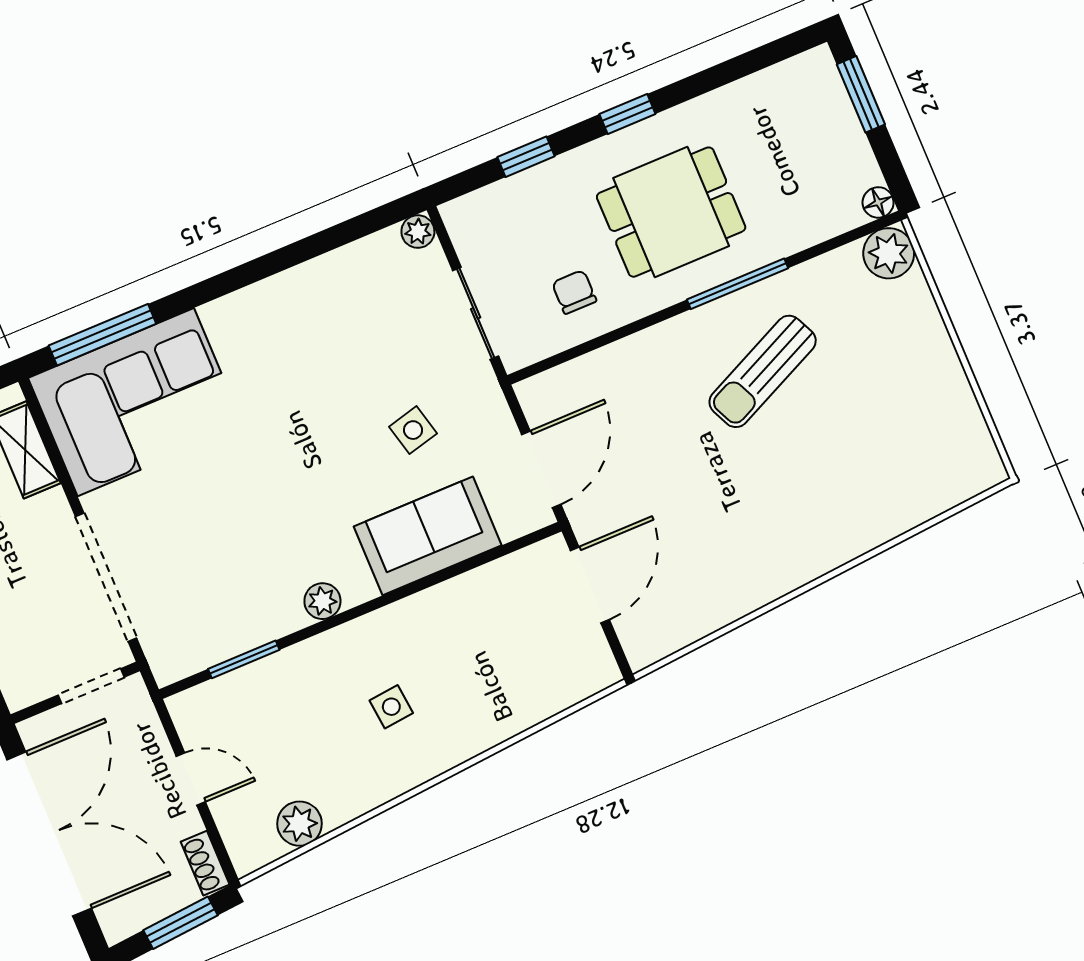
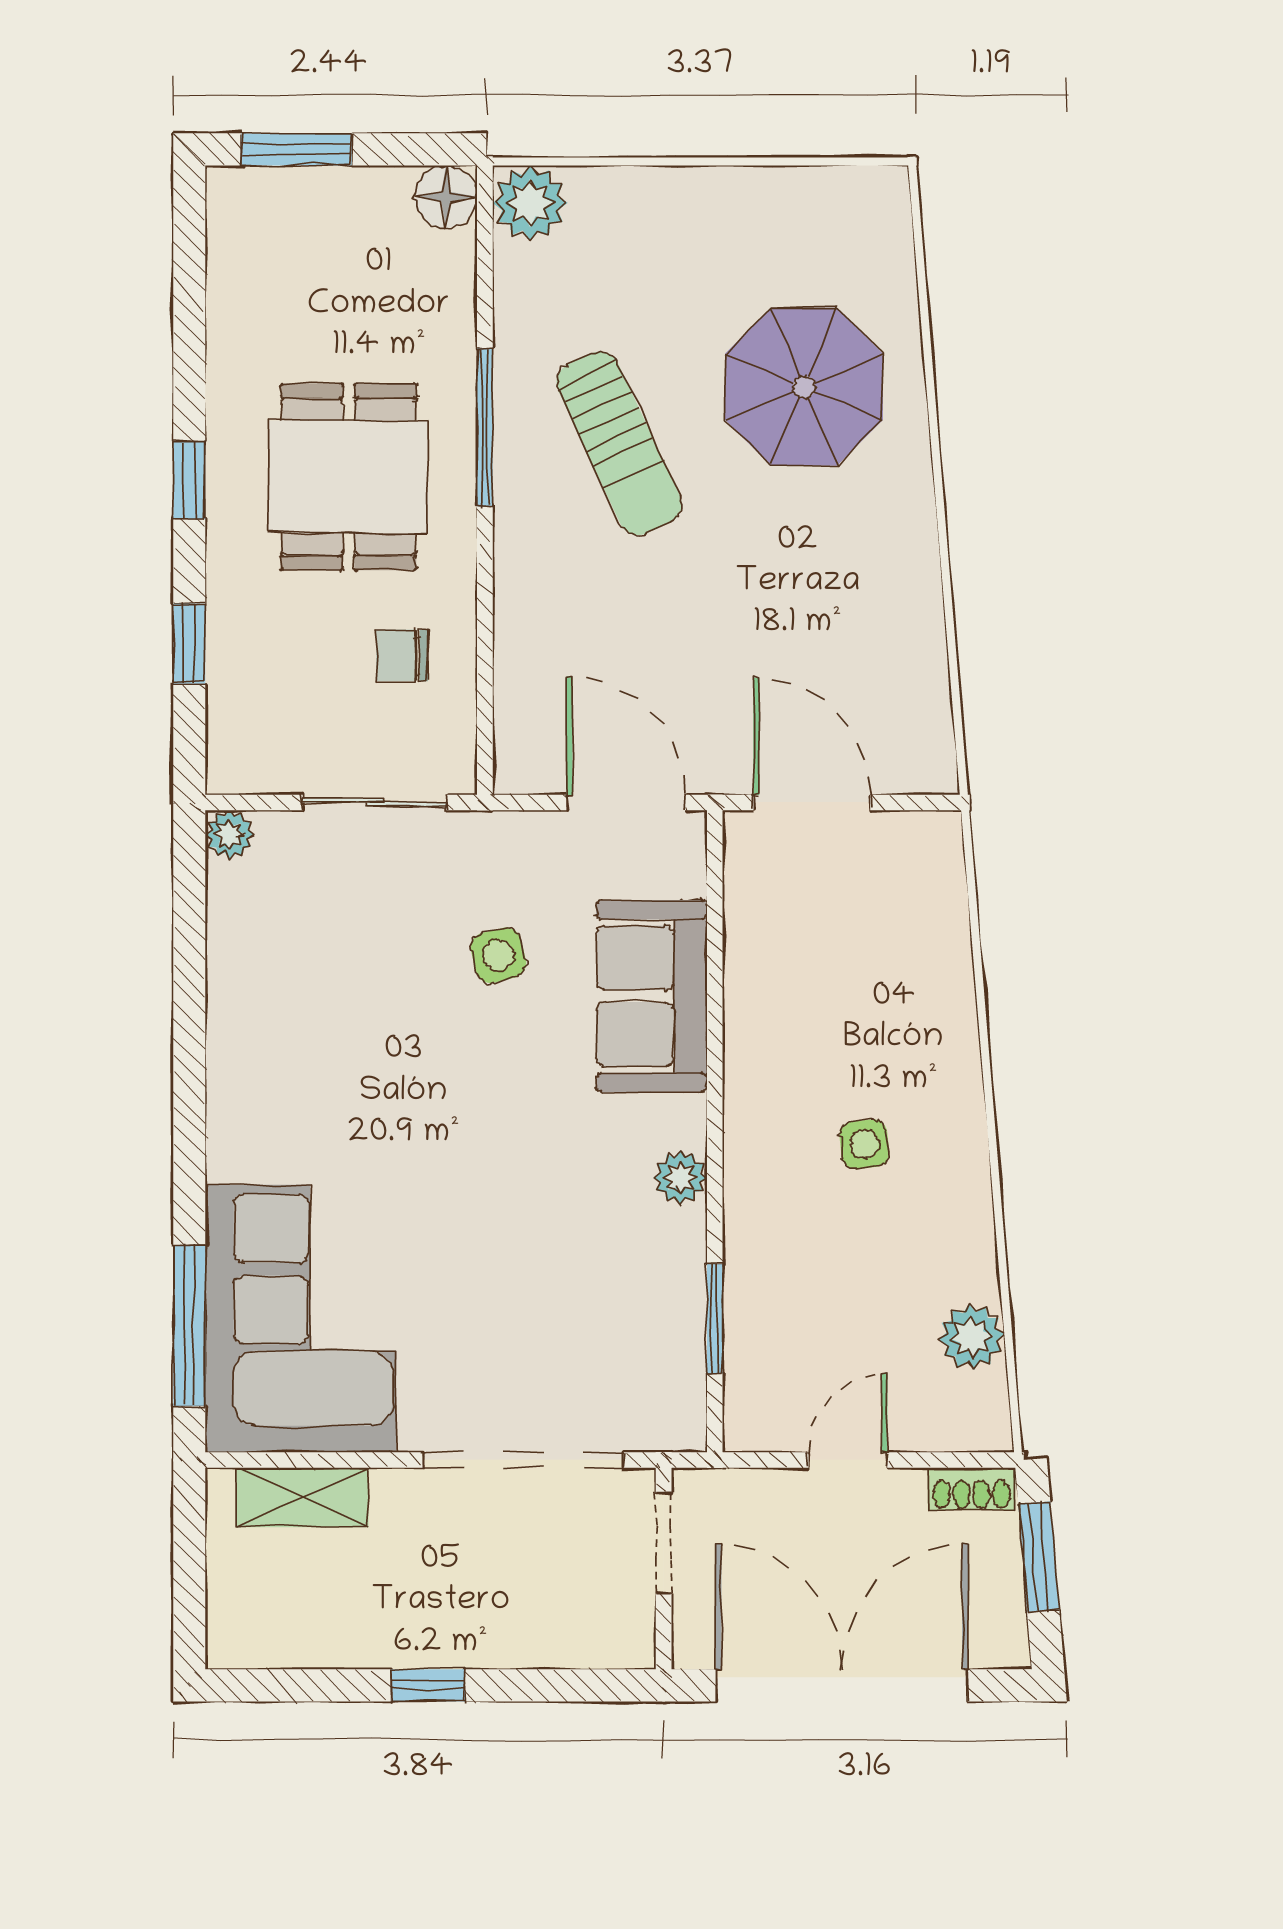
floor lamp: (878, 202) -> (446, 197), width x1.37, depth x1.37
parasol: (846, 471) -> (804, 387), added

